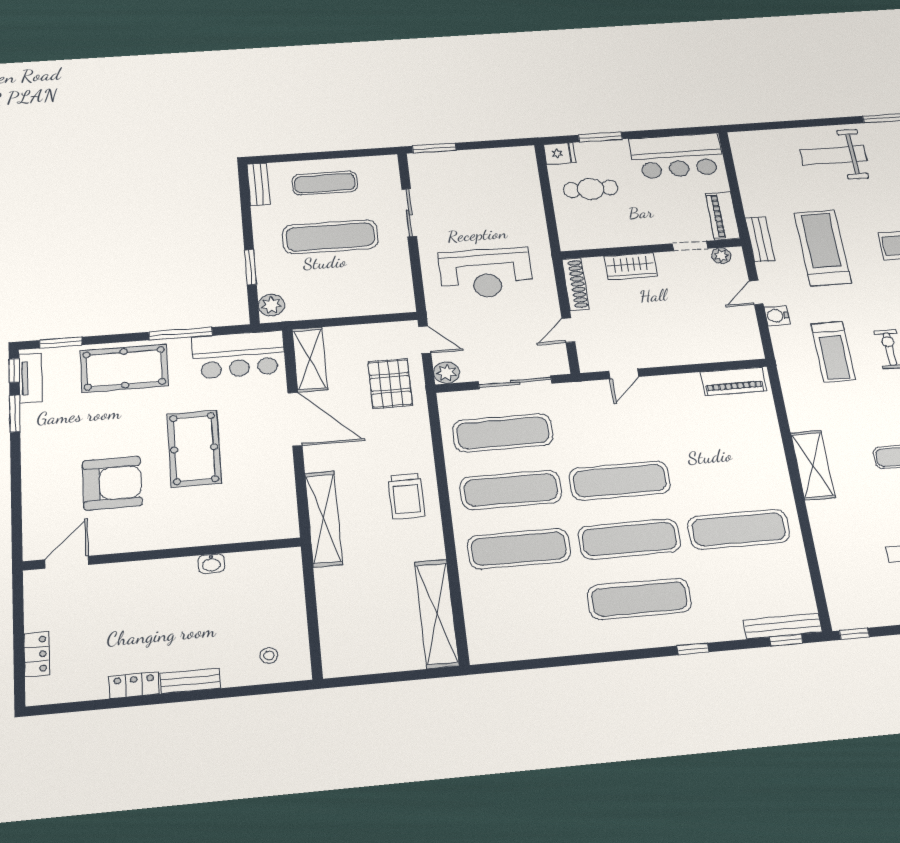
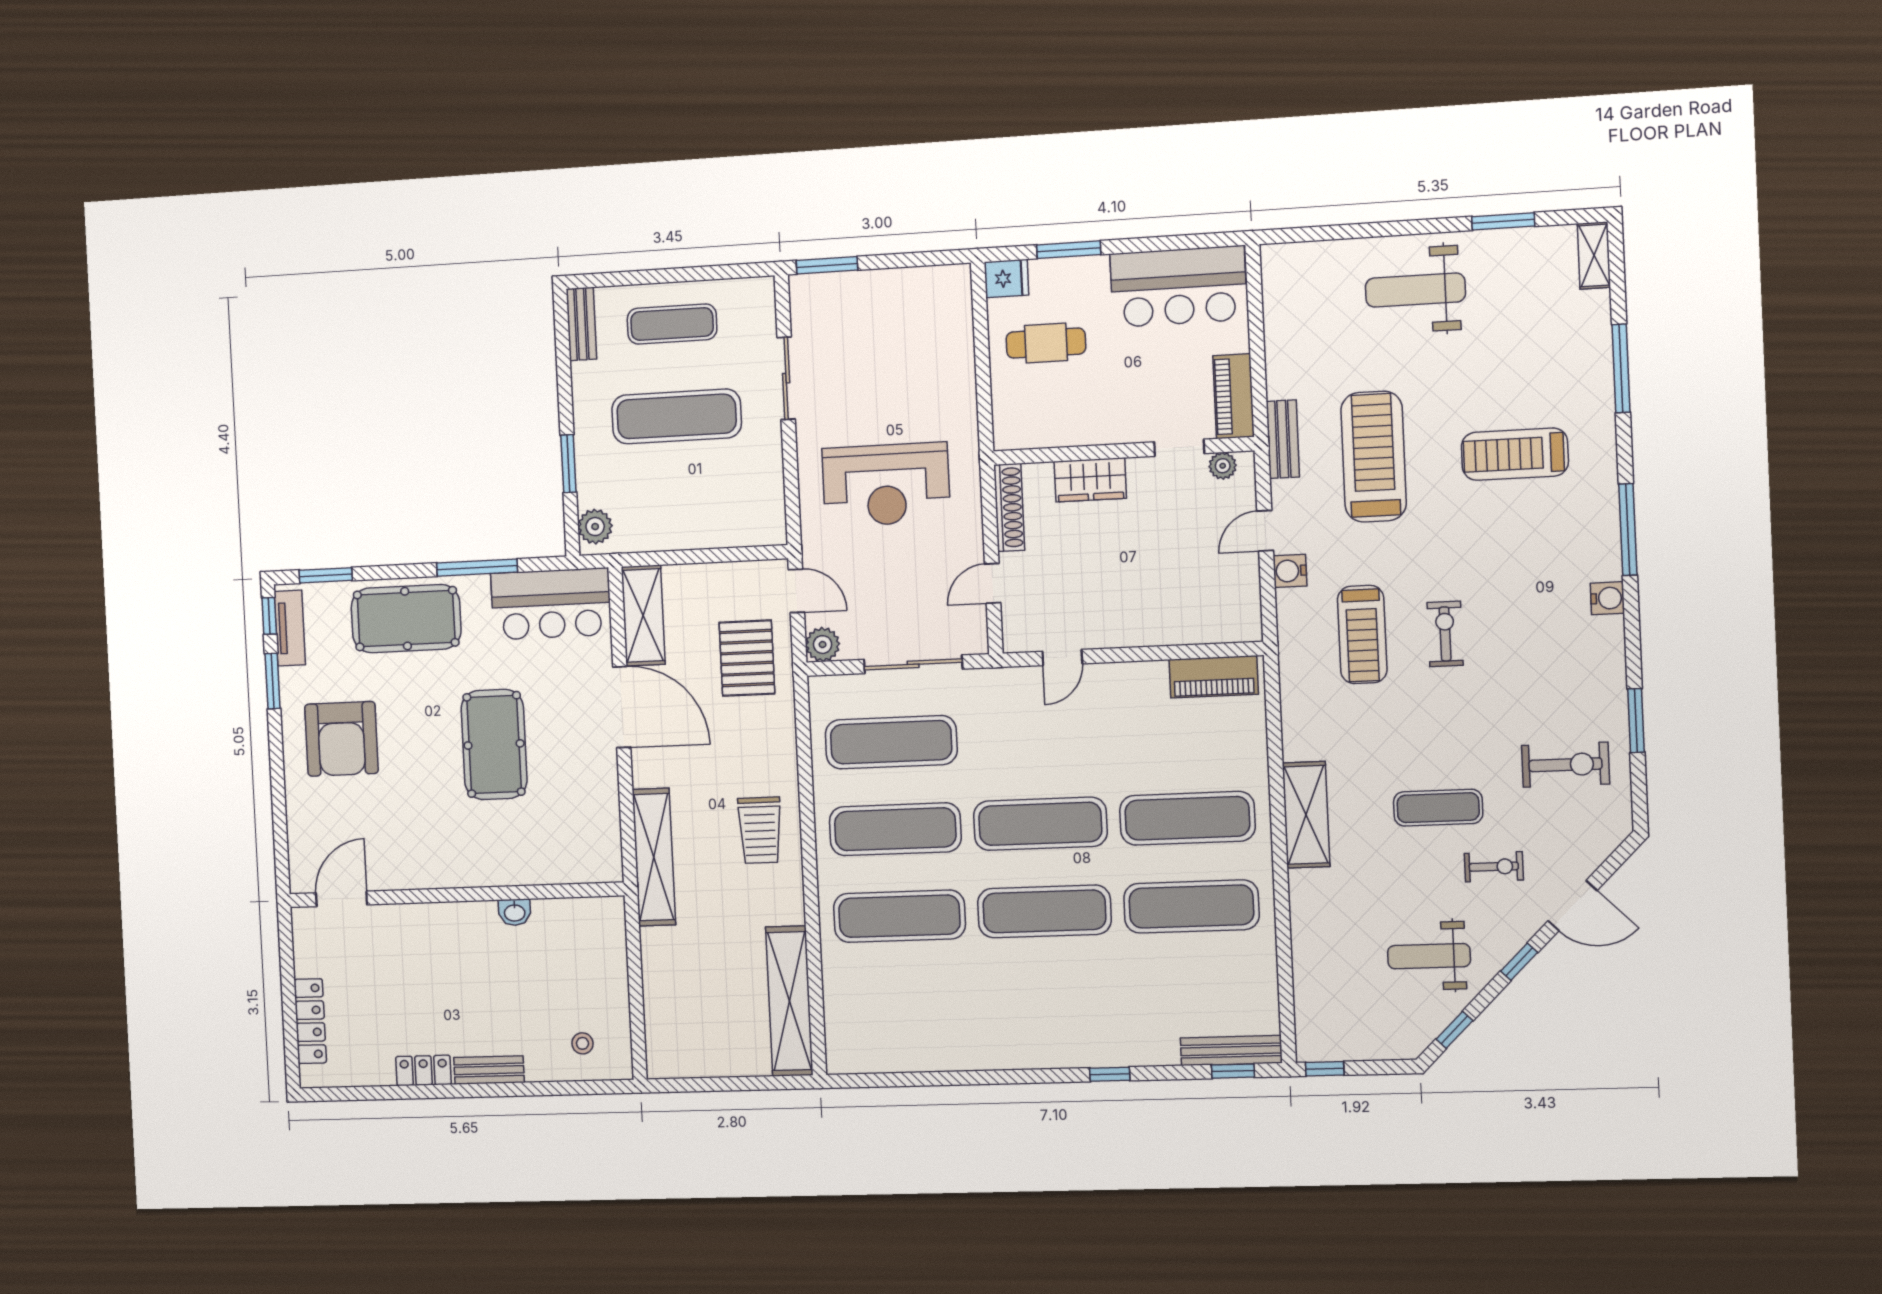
armchair: (112, 483) -> (341, 739), moved, turned 90
exercise mat: (639, 599) -> (1187, 818), moved
locker: (37, 654) -> (310, 1021), width x1.53

